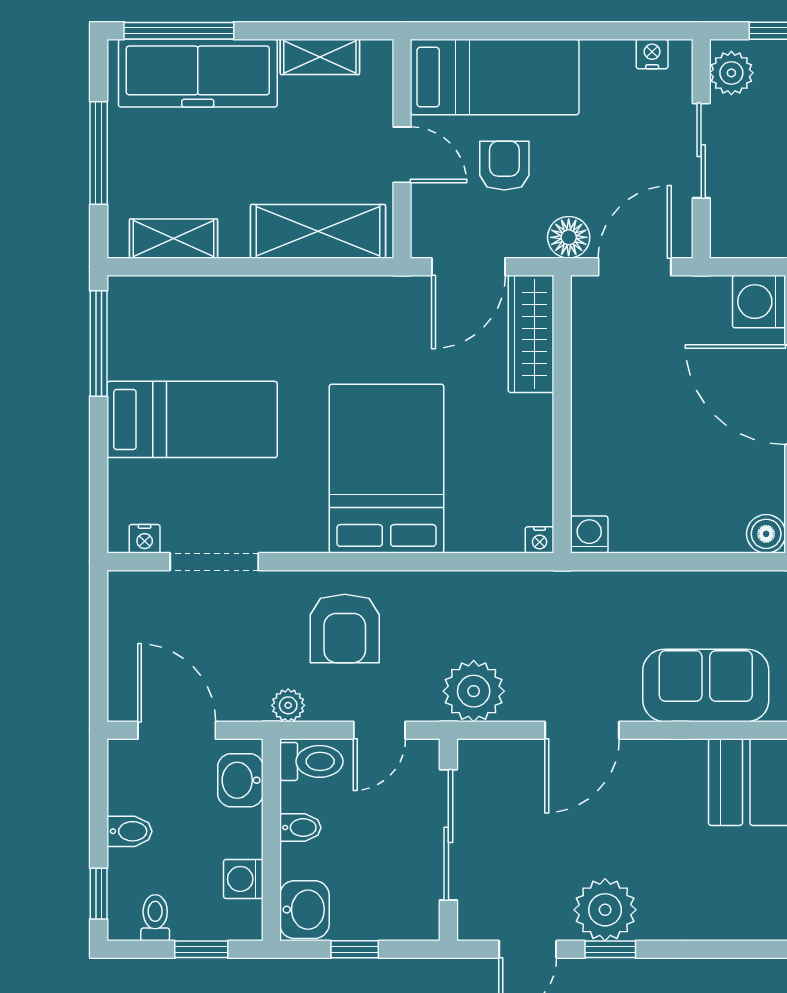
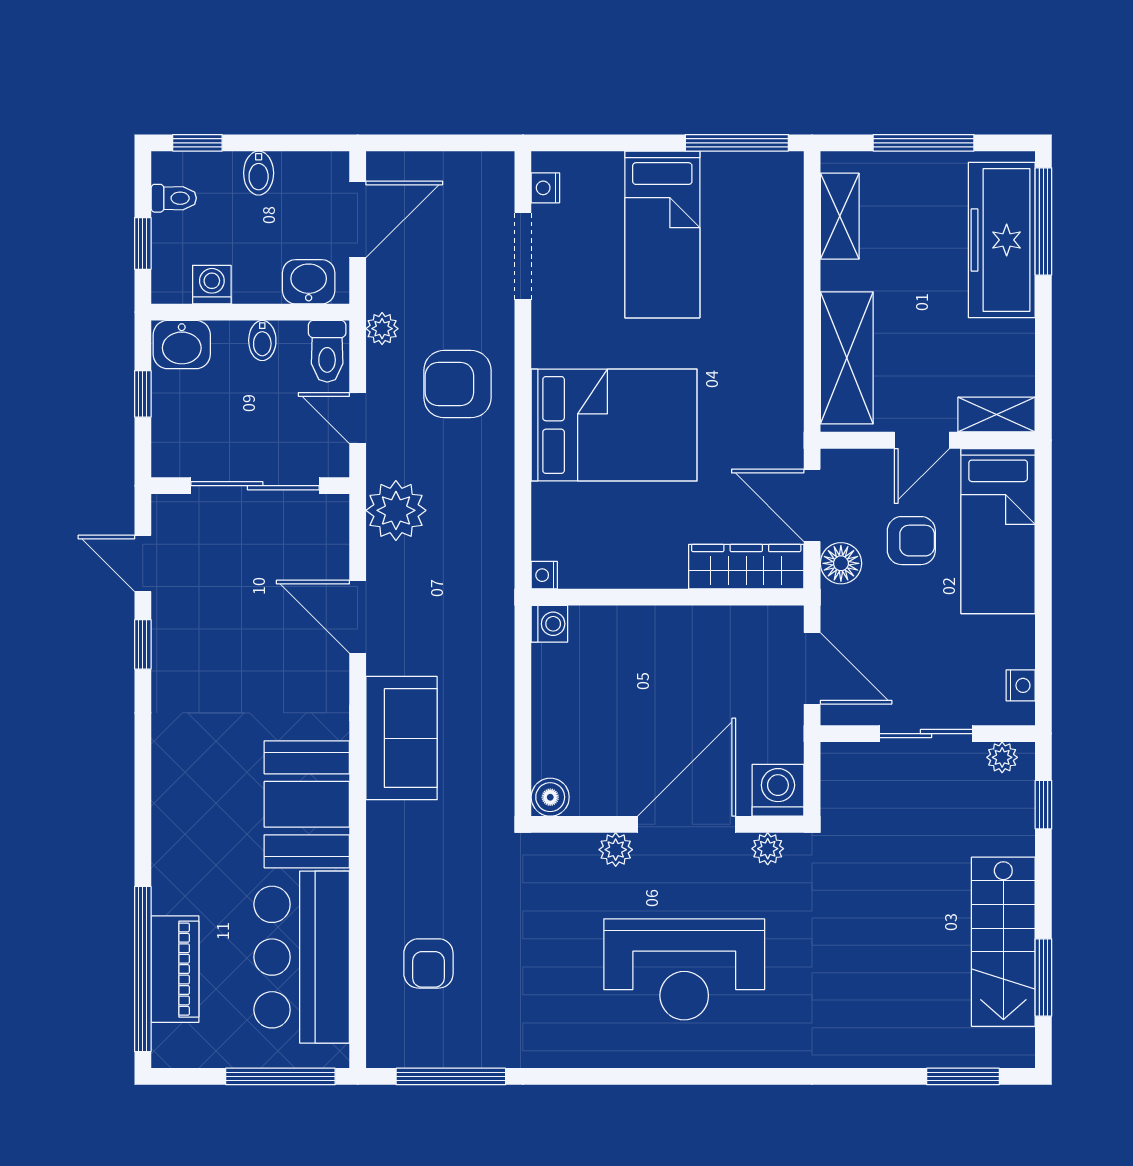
shelving: (320, 57) -> (997, 415), moved, turned 90
plant: (731, 73) -> (1002, 757), width x0.73, depth x0.73
floor lamp: (569, 237) -> (841, 563), moved
plant: (605, 910) -> (182, 639), removed

